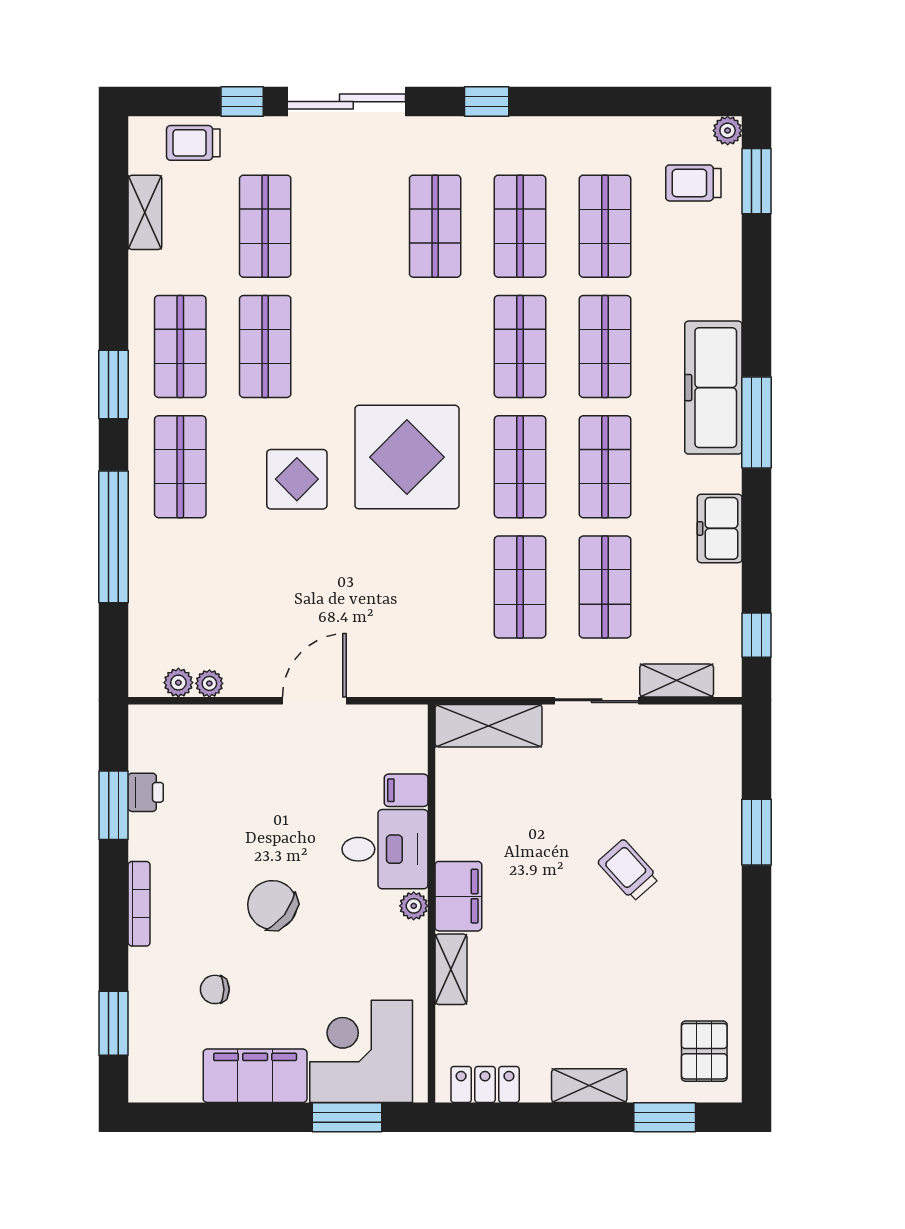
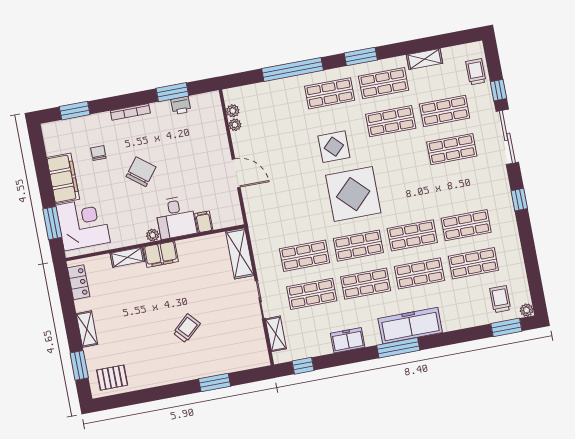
shelving: (145, 212) -> (425, 59), moved
shop shelf: (435, 226) -> (452, 149), moved

